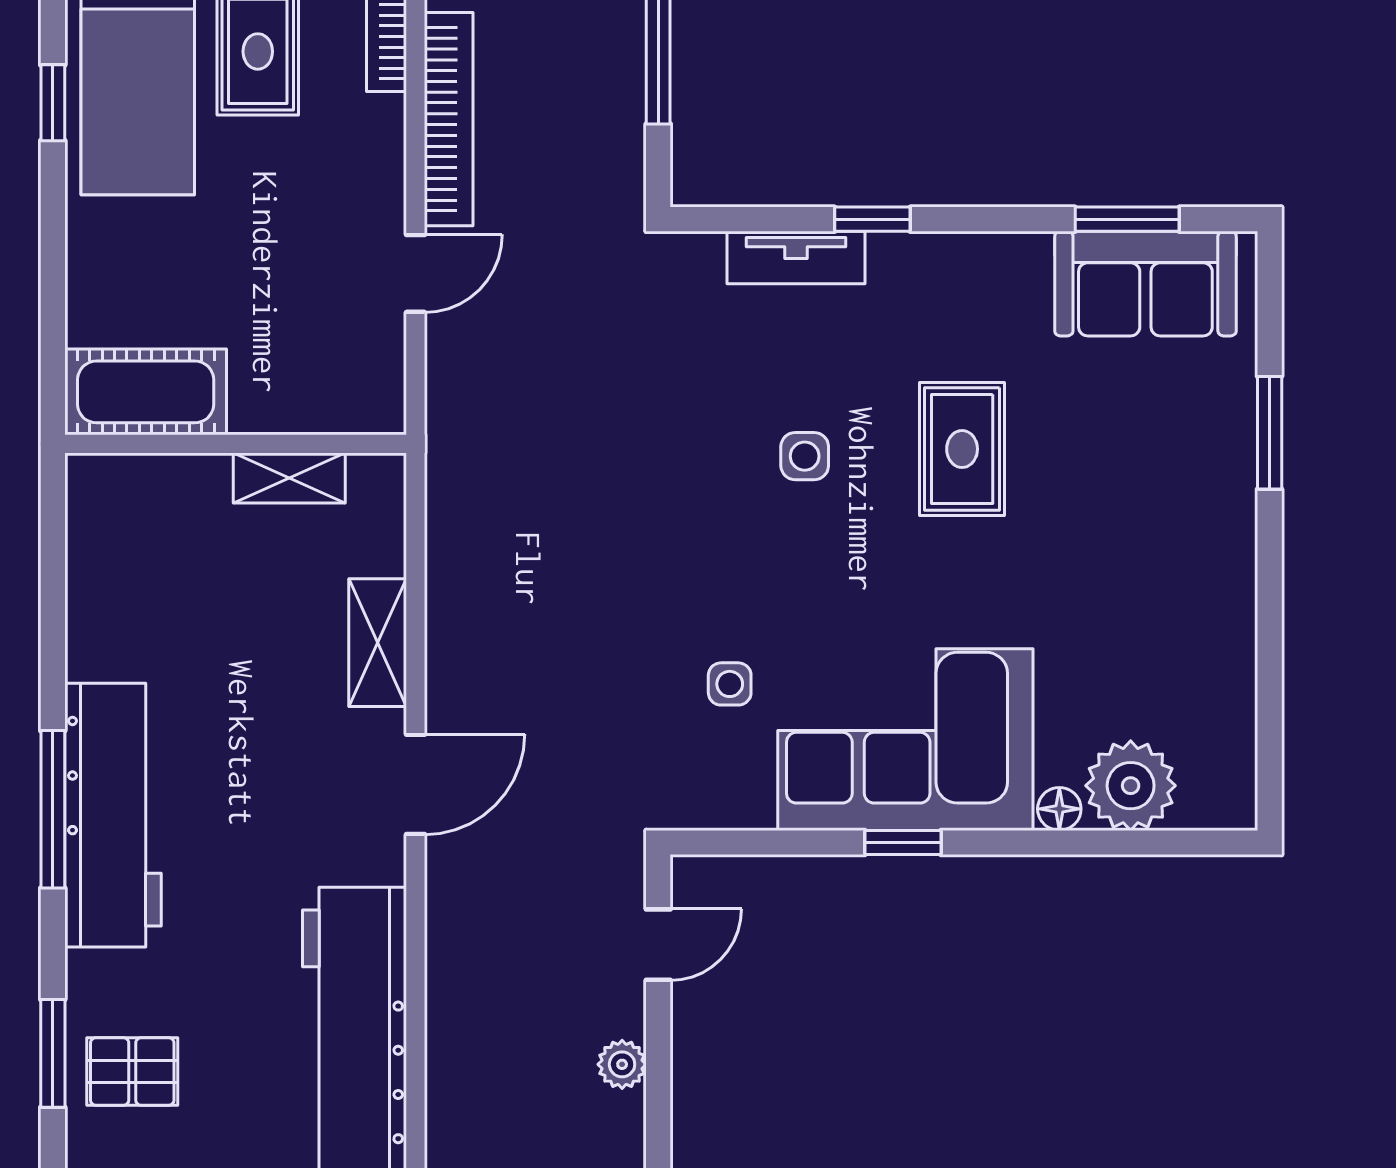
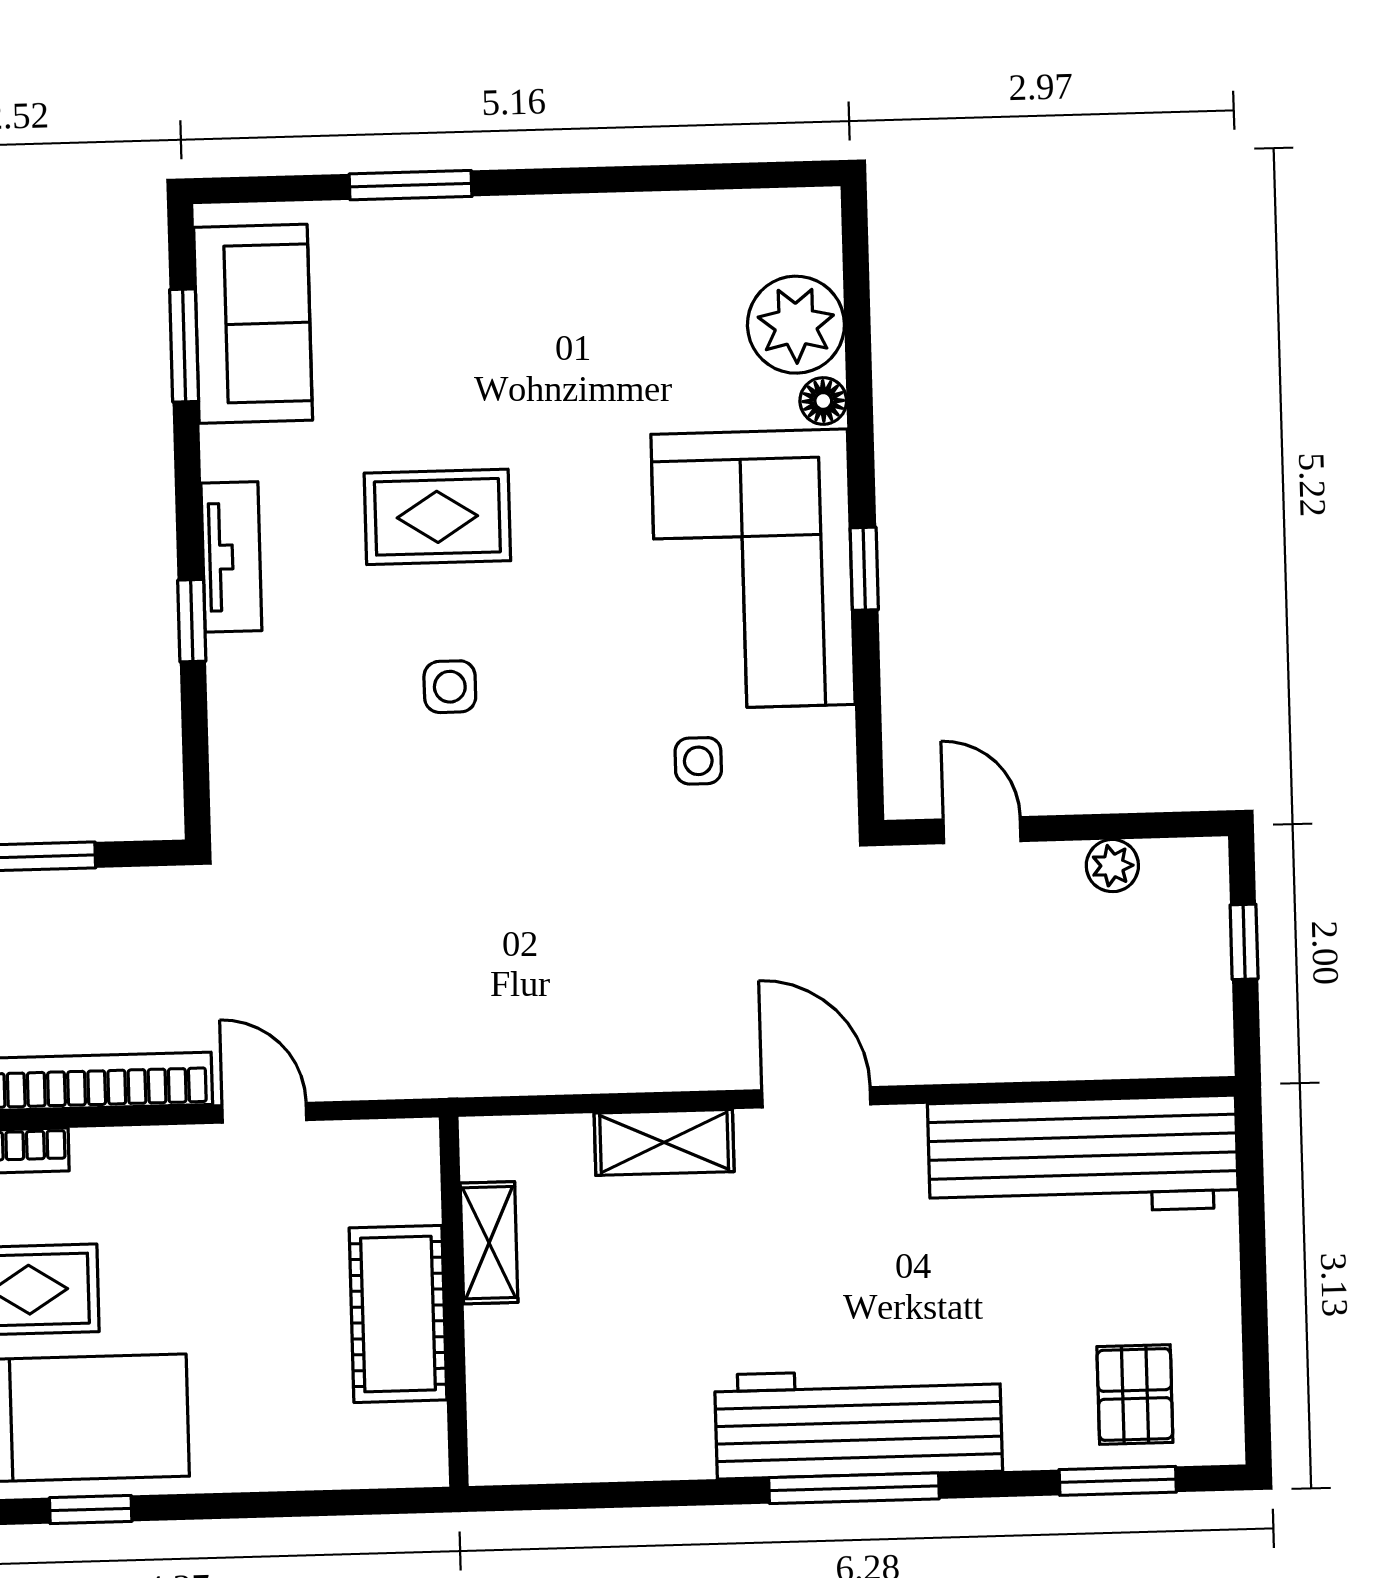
tv unit: (796, 257) -> (231, 557), moved
cot: (146, 392) -> (398, 1314), moved

